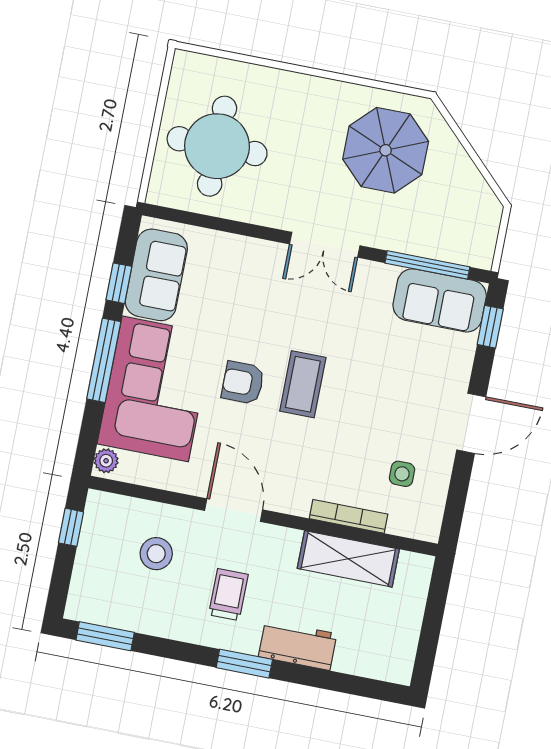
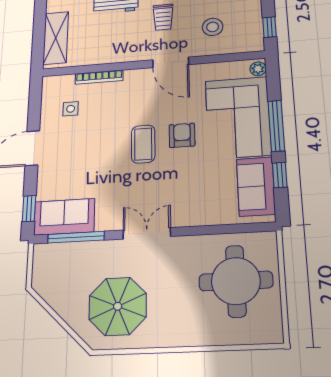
armchair: (243, 383) -> (182, 135), turned -90
shelving: (348, 559) -> (56, 38), moved, turned 90

